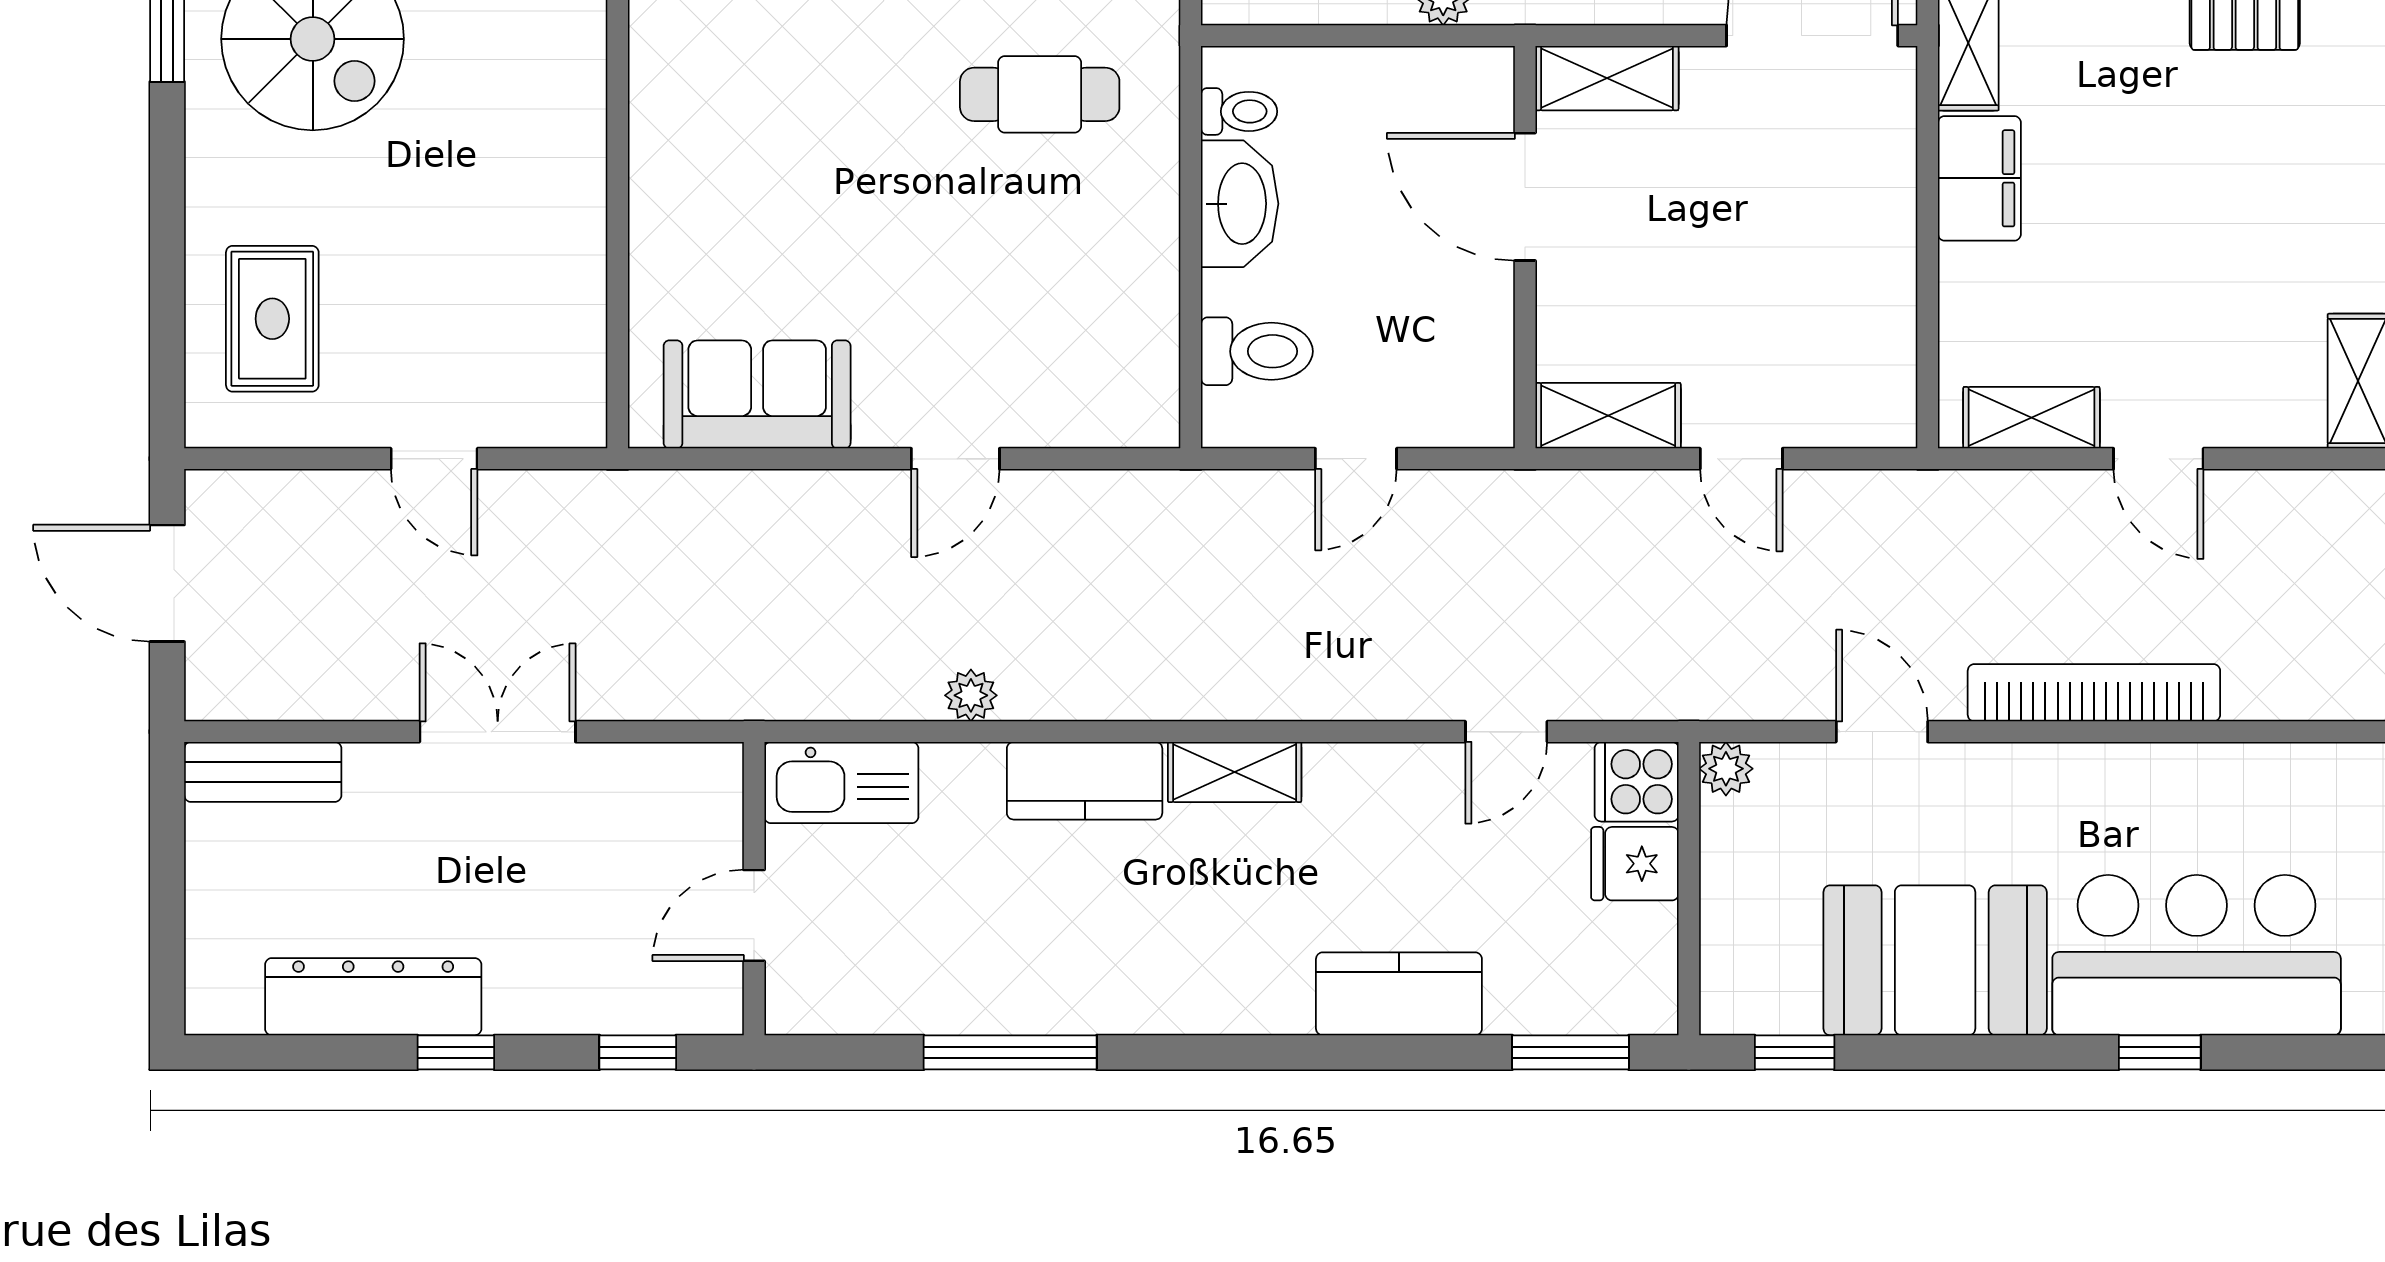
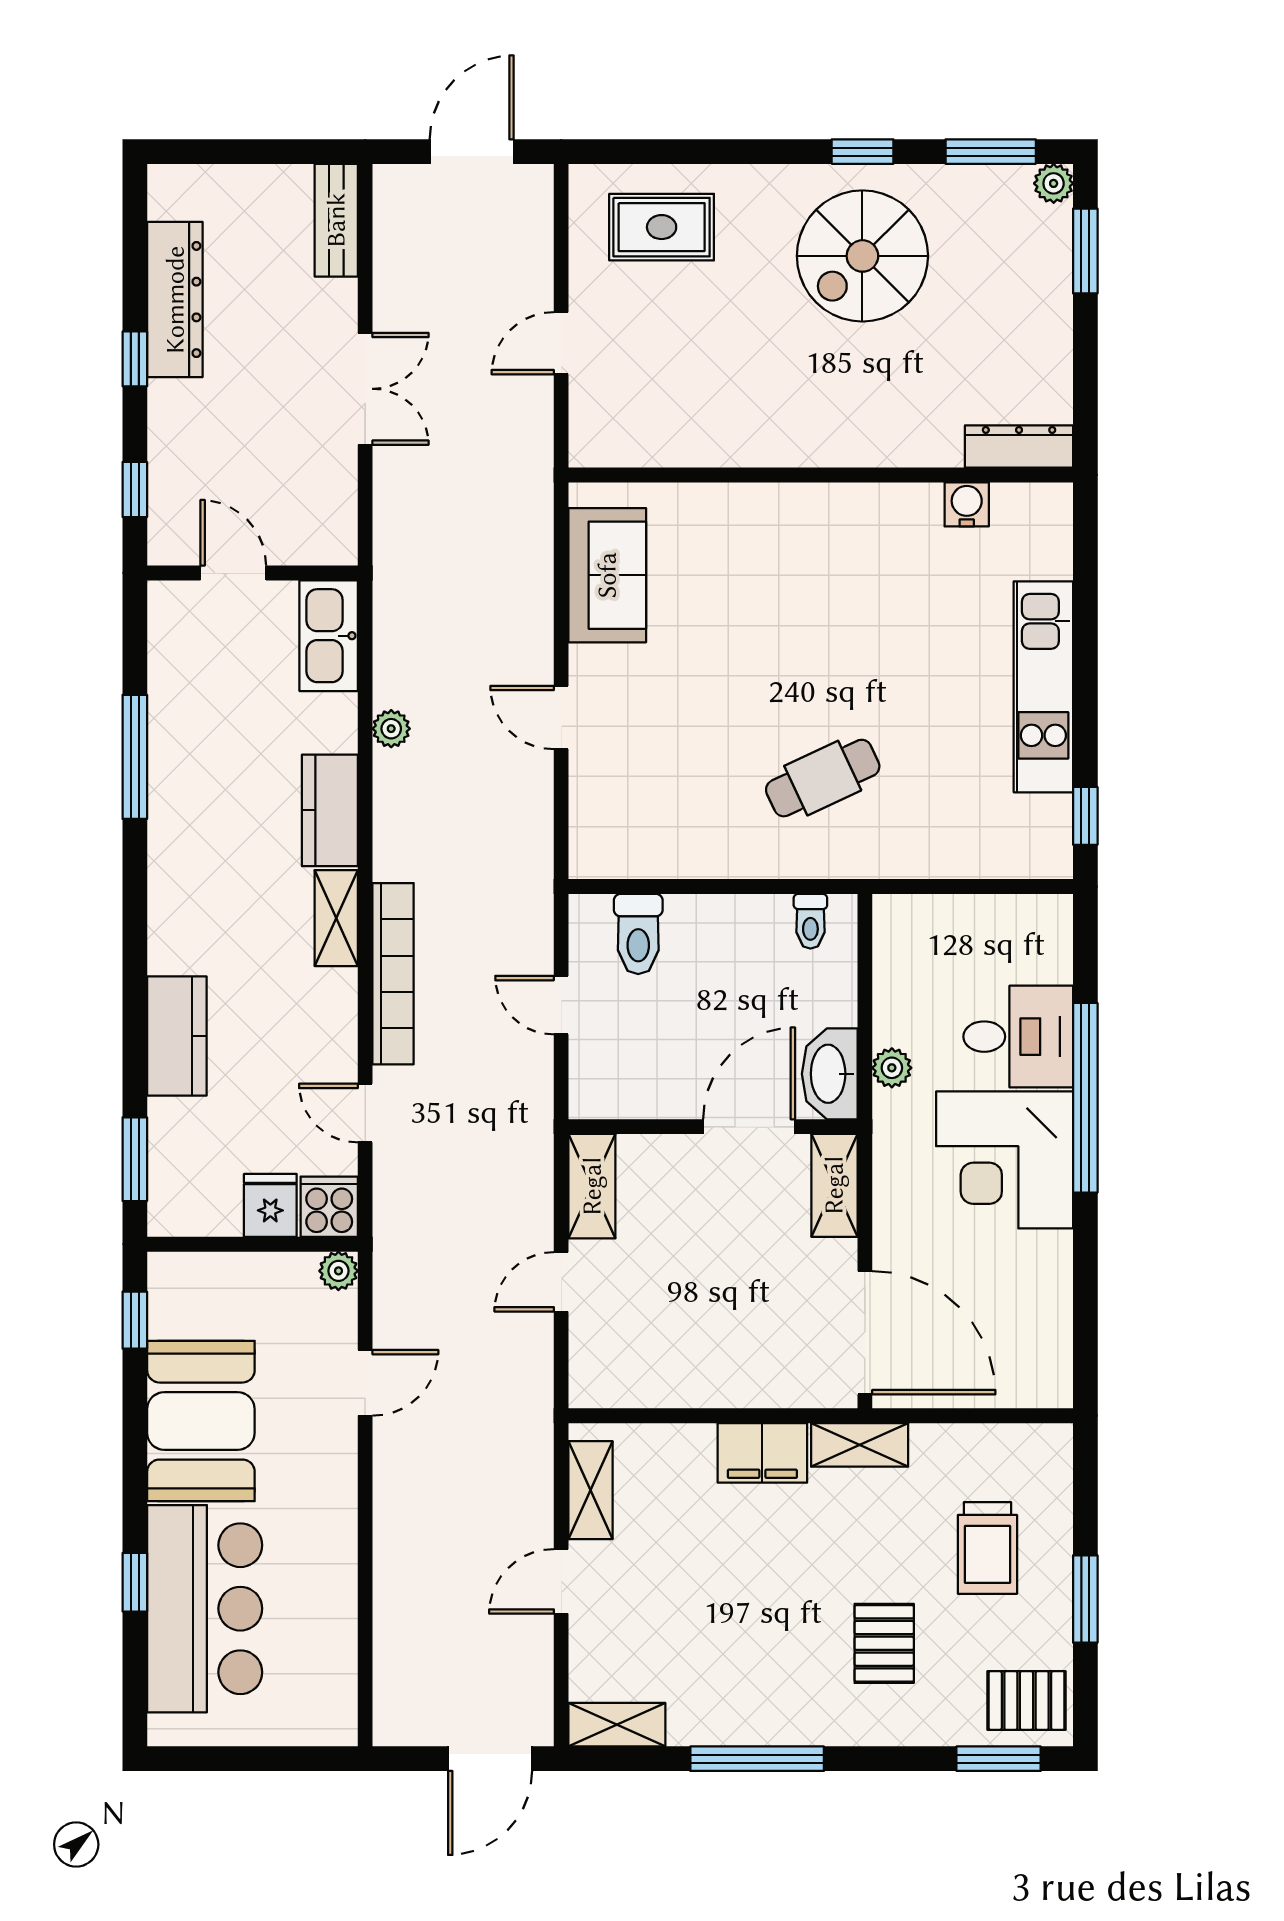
cafe table: (1040, 94) -> (823, 778), turned 65
washbasin: (1240, 204) -> (830, 1074), moved, turned 90
bookcase: (2094, 693) -> (393, 974), moved

